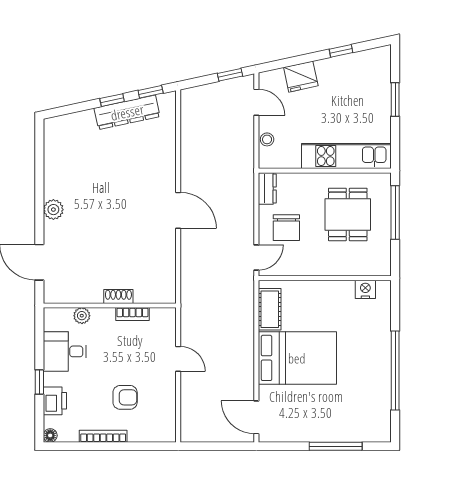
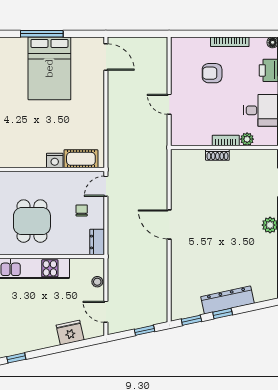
window: (341, 51) -> (16, 358), moved
window: (230, 75) -> (145, 330), moved
dresser: (127, 112) -> (228, 300), moved
chair: (286, 228) -> (82, 210), width x0.54, depth x0.54
nightstand: (365, 289) -> (55, 161), moved
cot: (270, 309) -> (81, 159), moved, turned 90
bookcase: (132, 314) -> (226, 140), moved
bed: (297, 358) -> (49, 68), moved, turned -90

